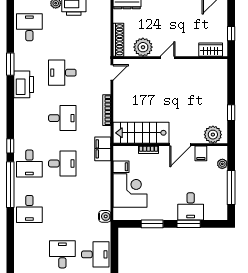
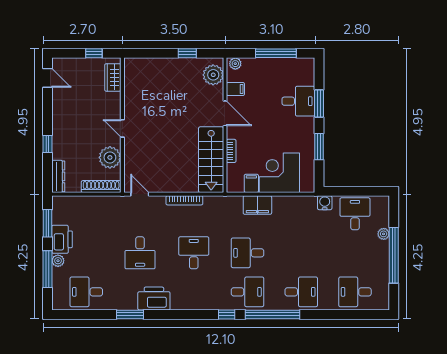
filing cabinet: (103, 149) -> (257, 205), moved
desk: (62, 164) -> (247, 253), turned -90
plant: (222, 164) -> (235, 64), moved
water cooler: (105, 216) -> (325, 203), moved
desk: (62, 254) -> (355, 292), moved

